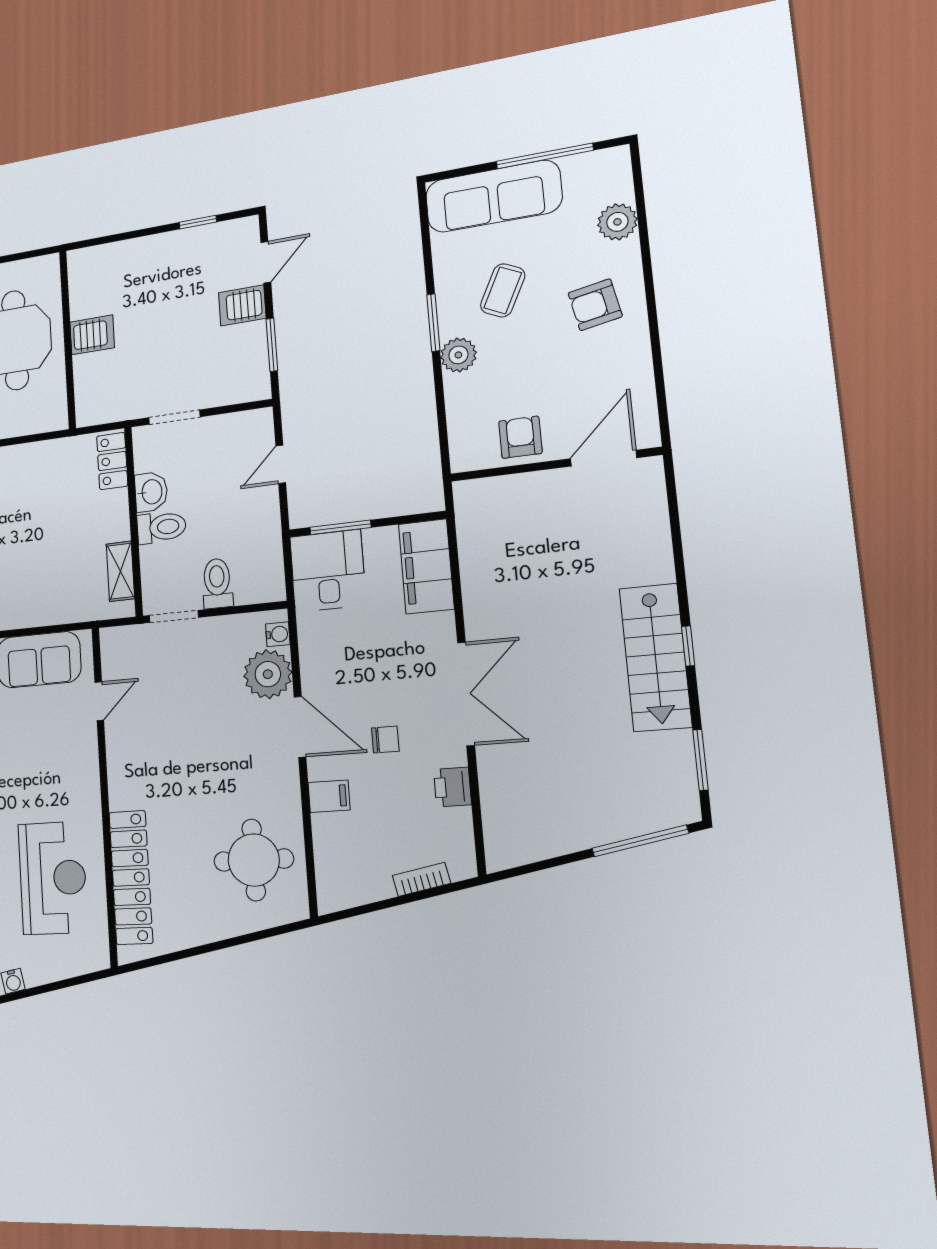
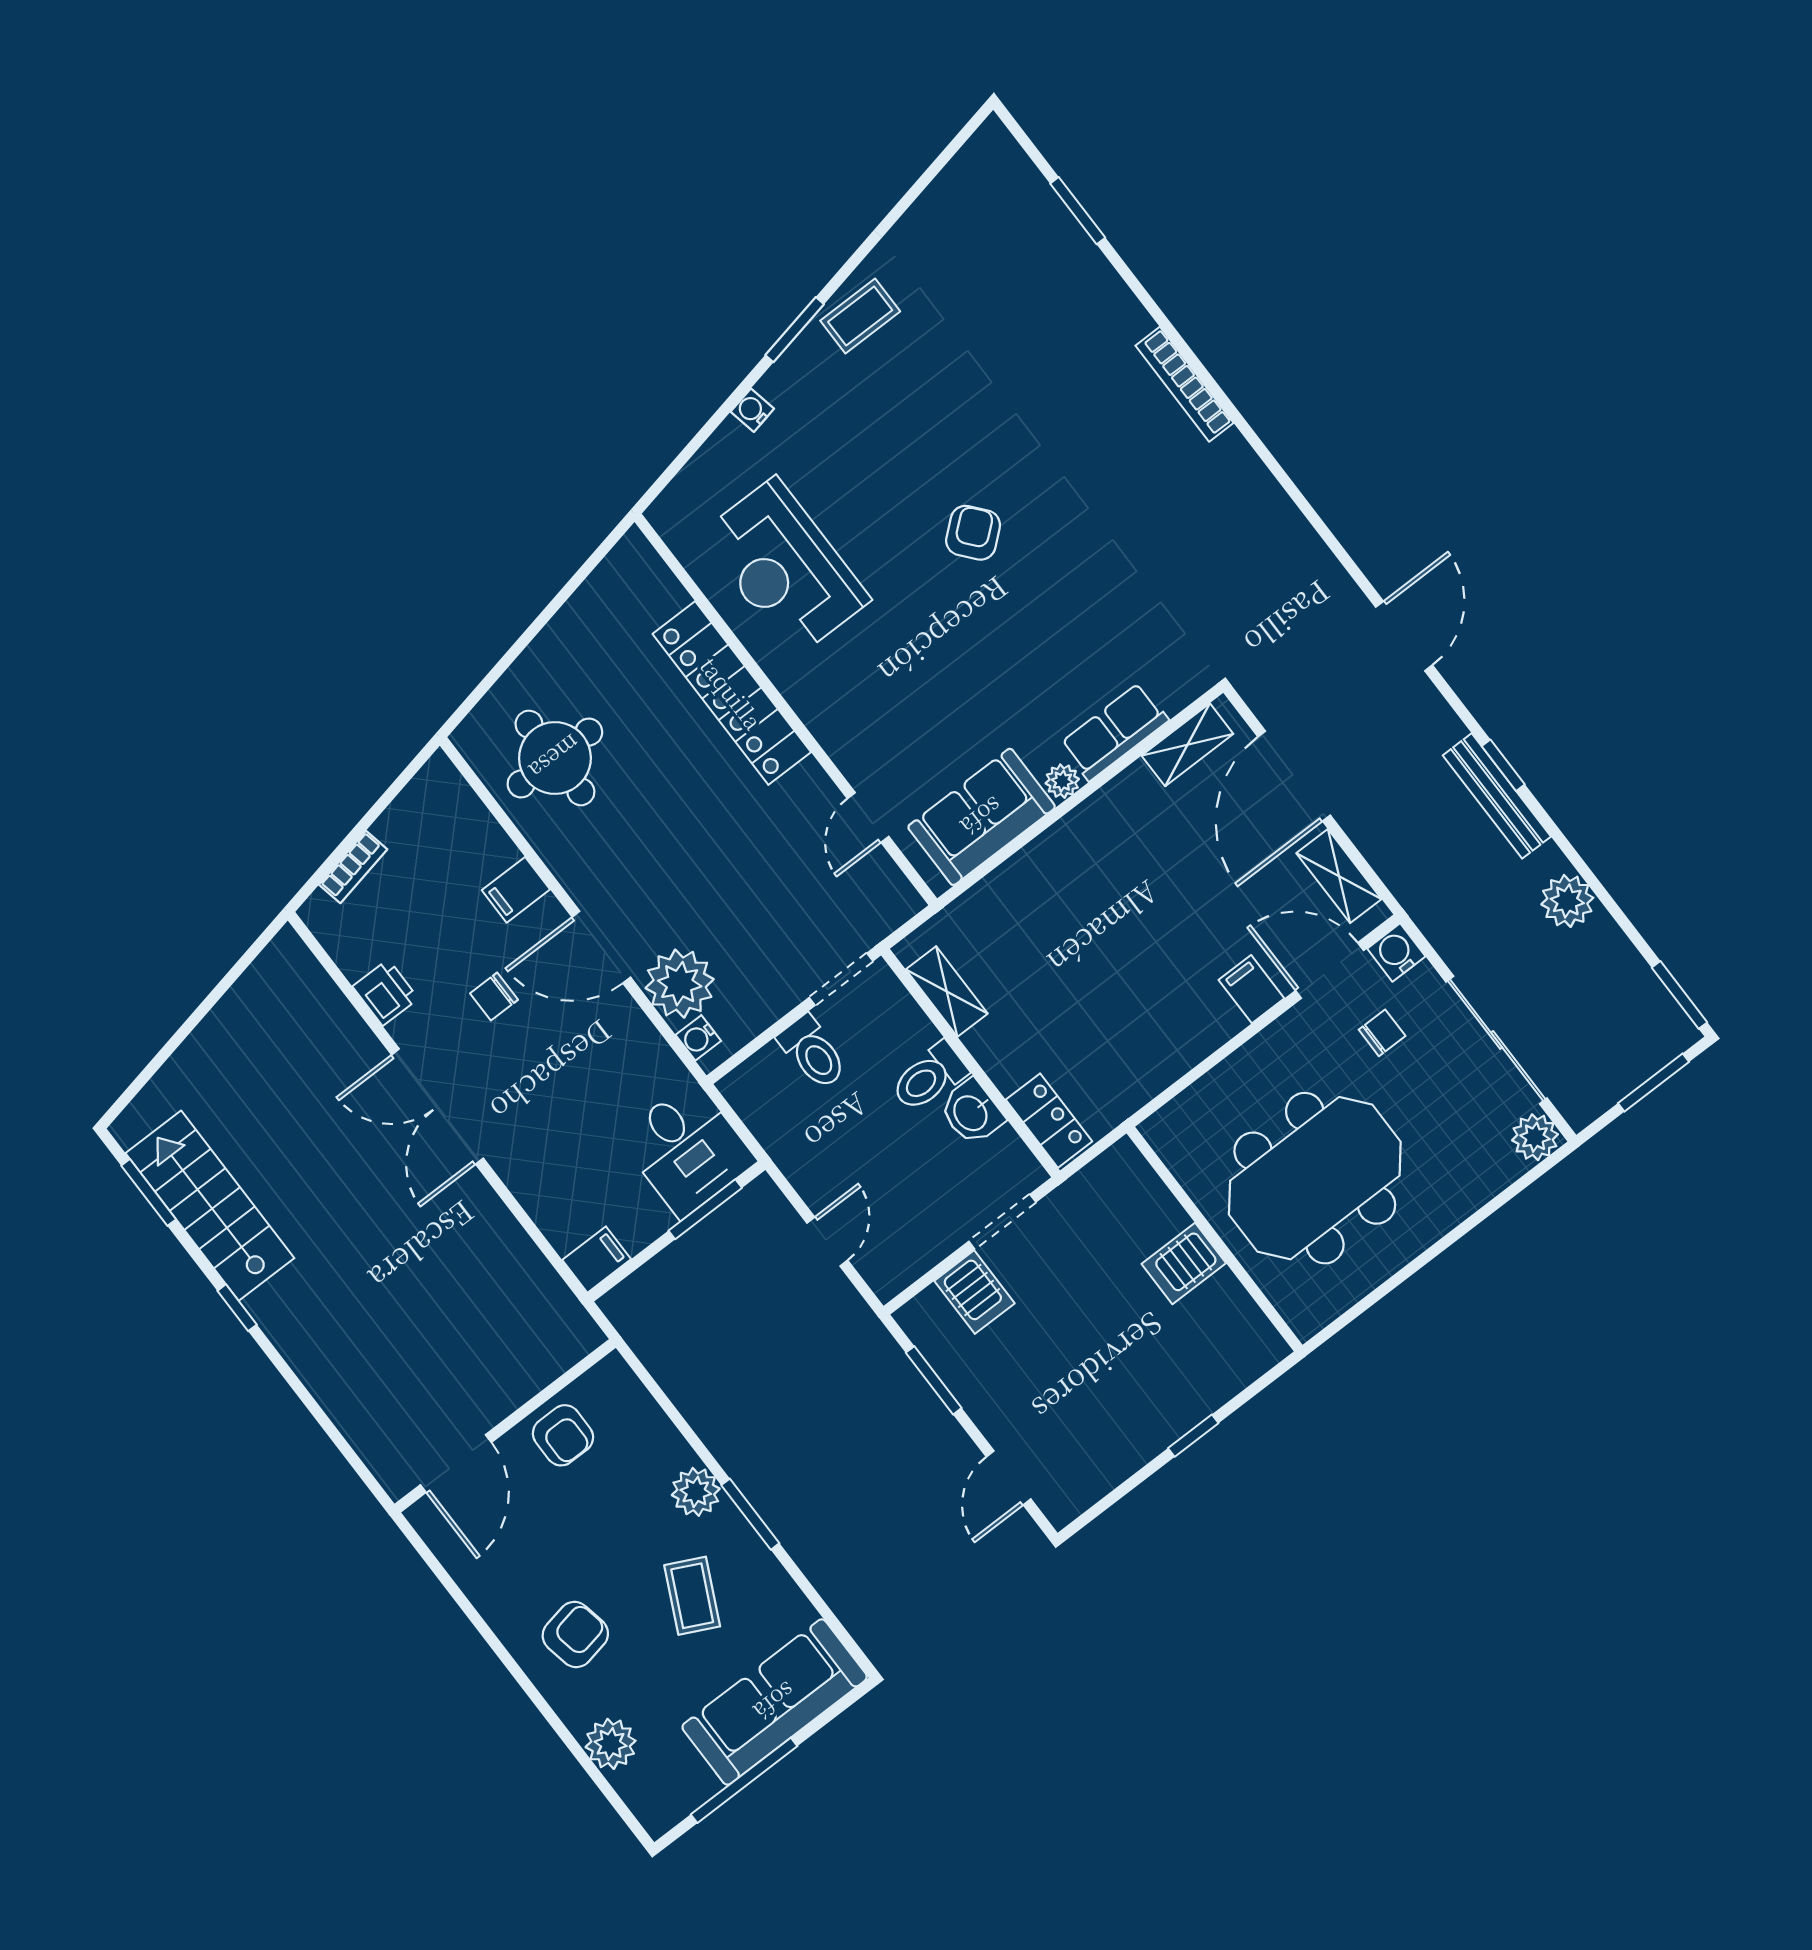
window: (198, 222) -> (1193, 1436), moved
server rack: (242, 305) -> (974, 1292), moved, turned 90
filing cabinet: (426, 566) -> (597, 1260), width x0.33, depth x0.86
stairs: (655, 657) -> (210, 1206), moved
window: (640, 841) -> (154, 1065), removed
locker: (131, 877) -> (732, 693), moved

